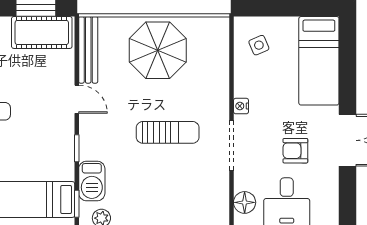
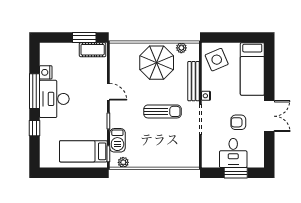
plant: (199, 25) -> (181, 48), added
cot: (42, 32) -> (93, 50), width x0.73, depth x0.75
side table: (259, 45) -> (217, 60), width x1.87, depth x1.87
bench: (88, 50) -> (194, 81), moved
floor lamp: (245, 202) -> (208, 153), removed

